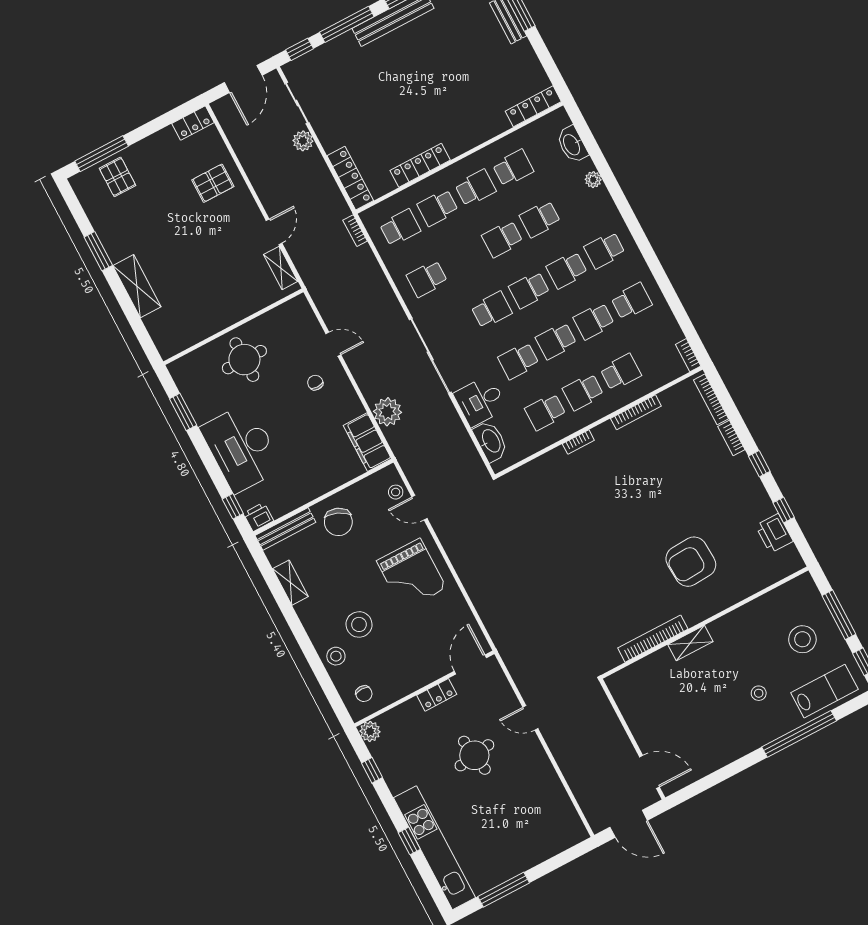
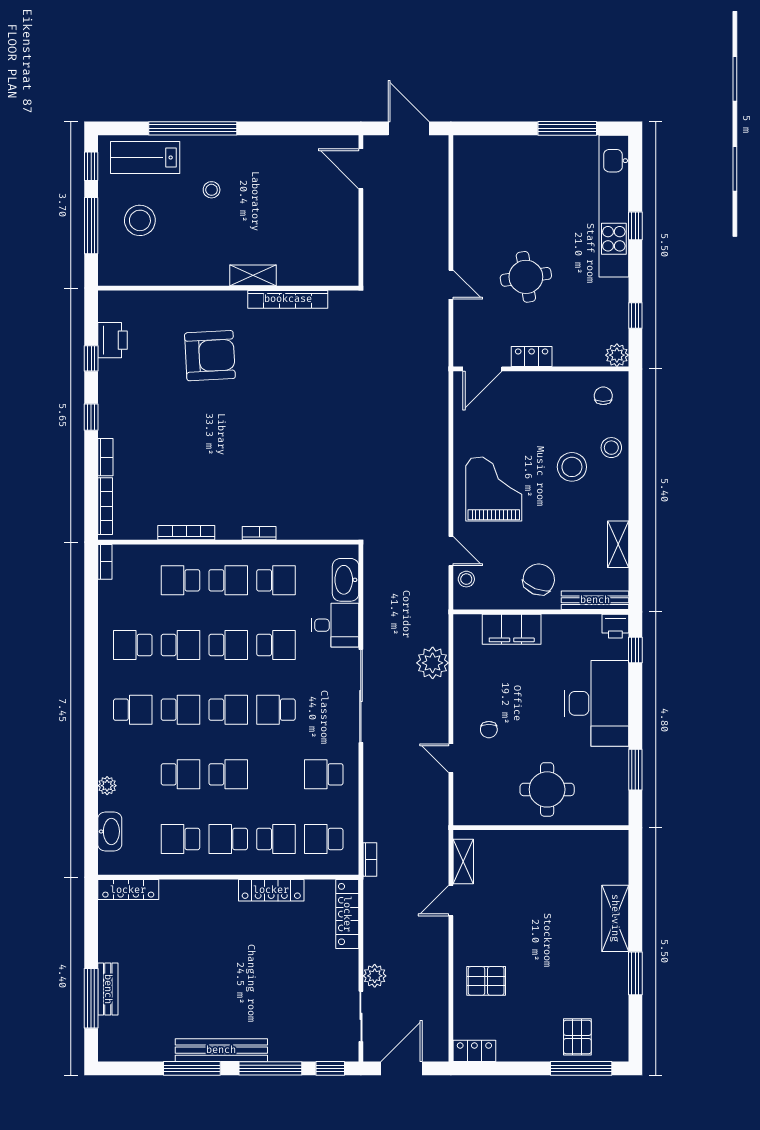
school desk: (427, 279) -> (324, 774), turned 180
filing cabinet: (367, 442) -> (512, 629), moved, turned 90

